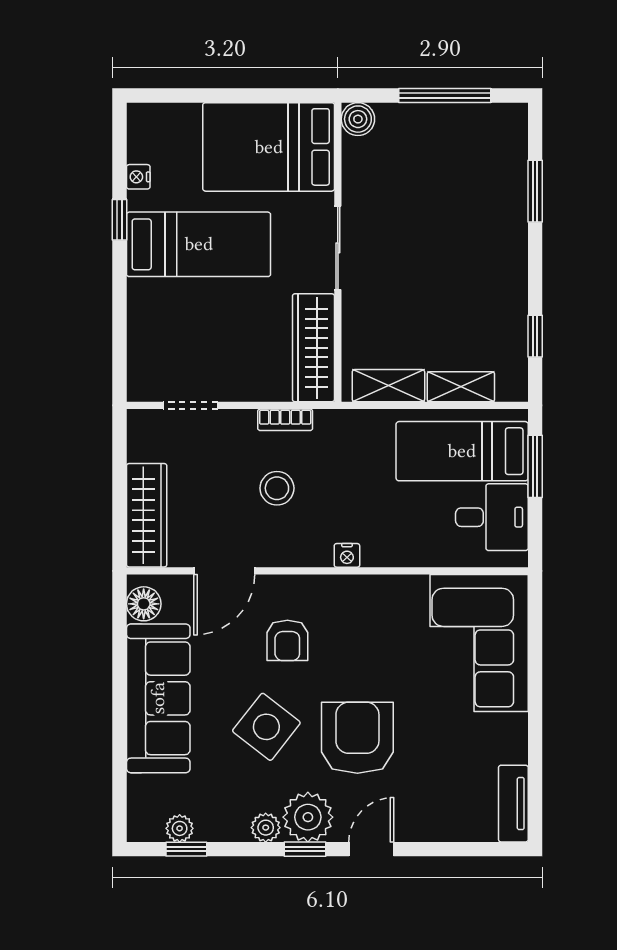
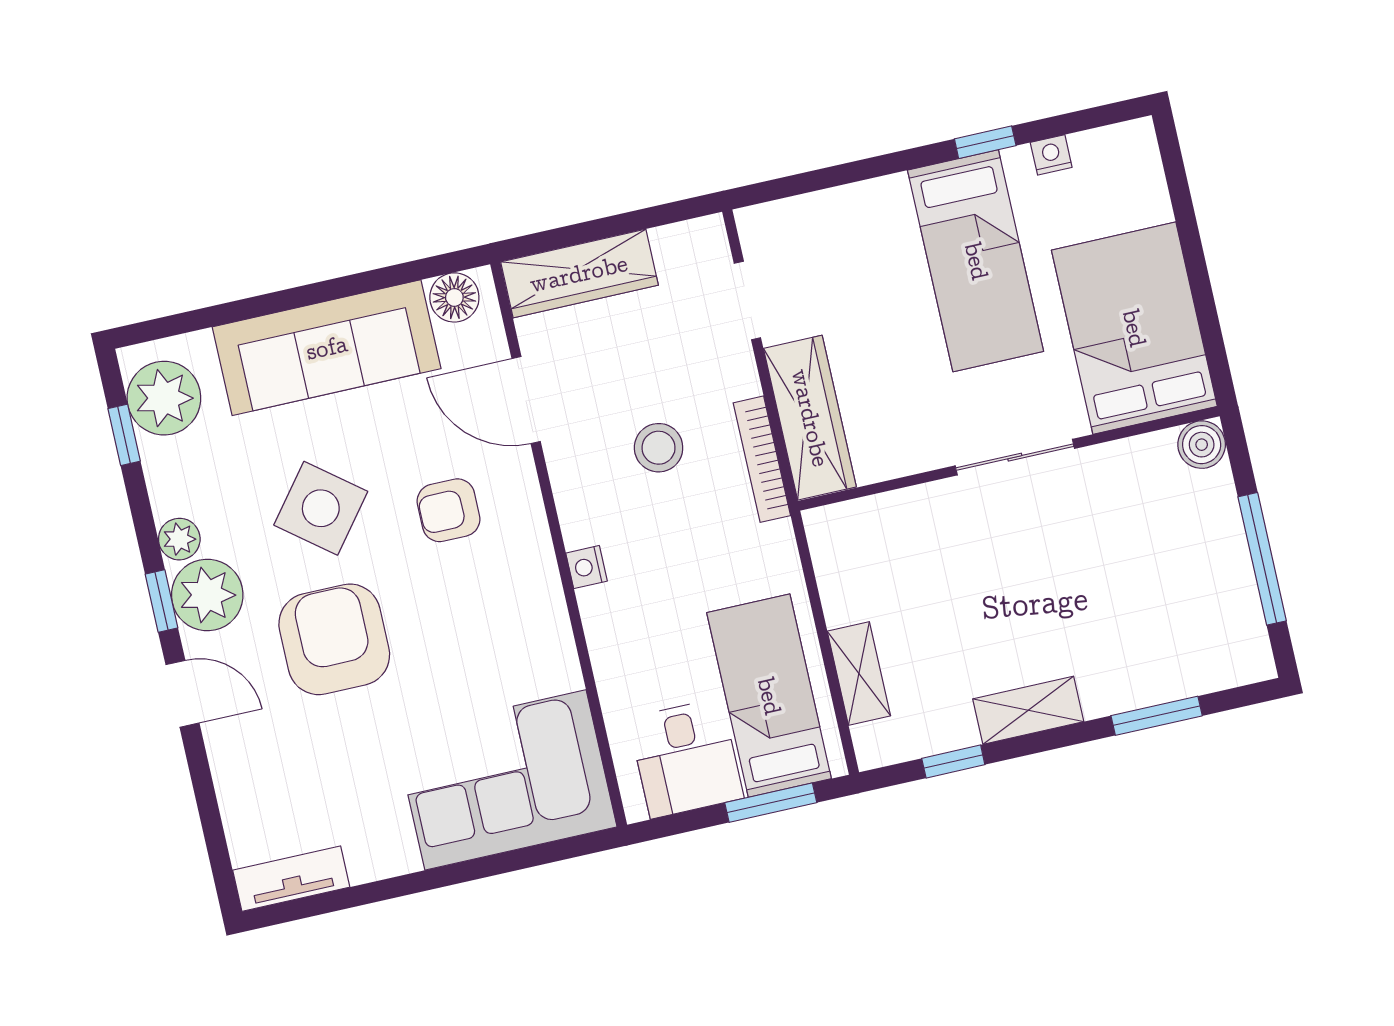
wardrobe: (313, 348) -> (810, 418), moved, turned 90
shelving: (388, 386) -> (1028, 710), moved, turned 90
bookcase: (285, 420) -> (762, 459), width x1.56
armchair: (357, 738) -> (334, 639), turned -90
plant: (180, 828) -> (164, 398), width x1.88, depth x1.88

